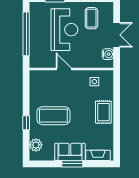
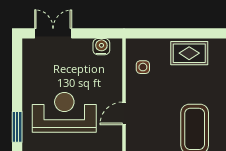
coffee table: (91, 18) -> (47, 71), removed
double door: (117, 35) -> (53, 33), moved

